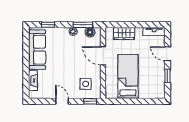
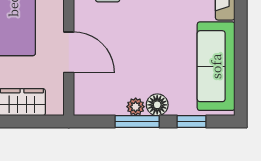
window: (83, 25) -> (137, 122), moved
floor lamp: (90, 32) -> (157, 105), moved

